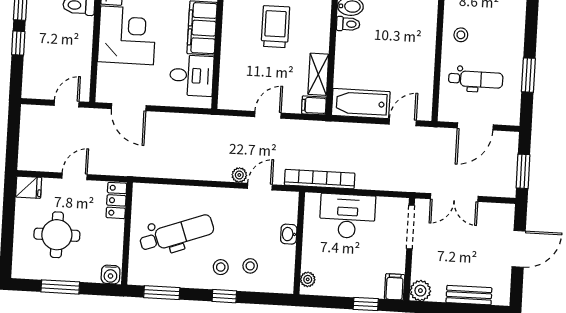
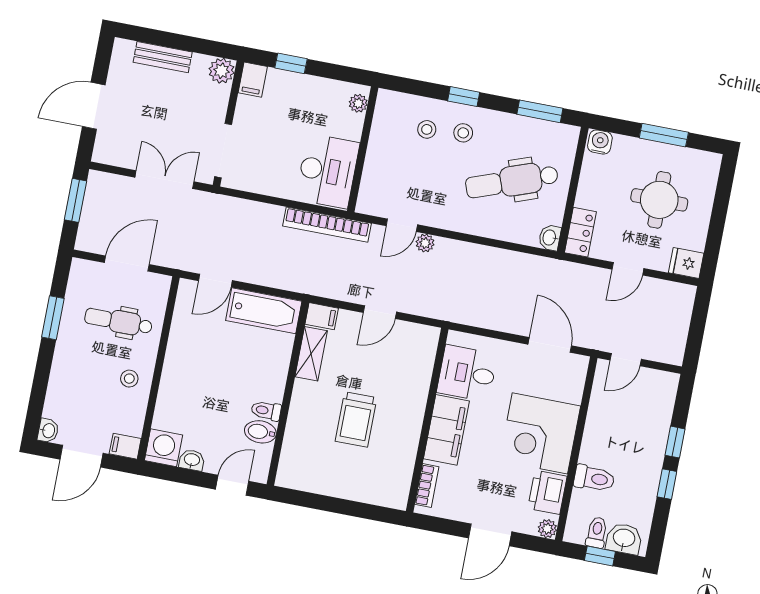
desk: (347, 216) -> (328, 171), moved, turned -90
washbasin: (289, 234) -> (550, 238), moved, turned 180

